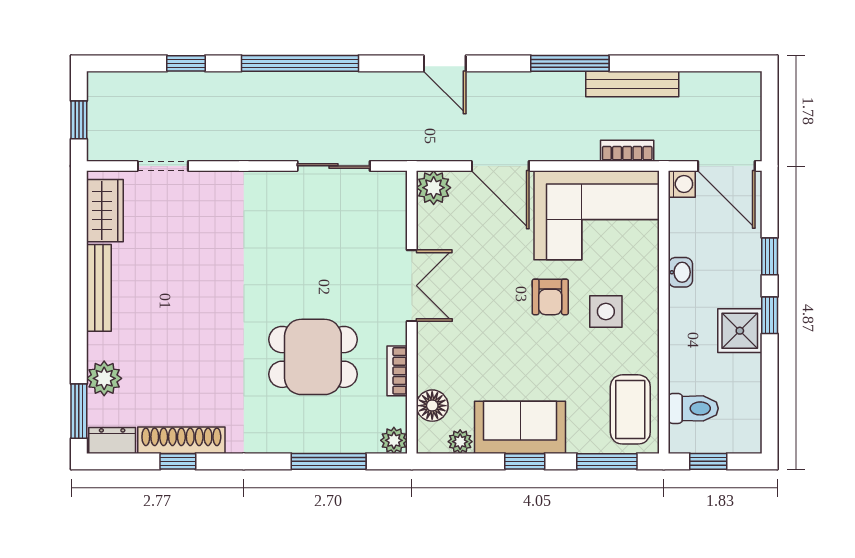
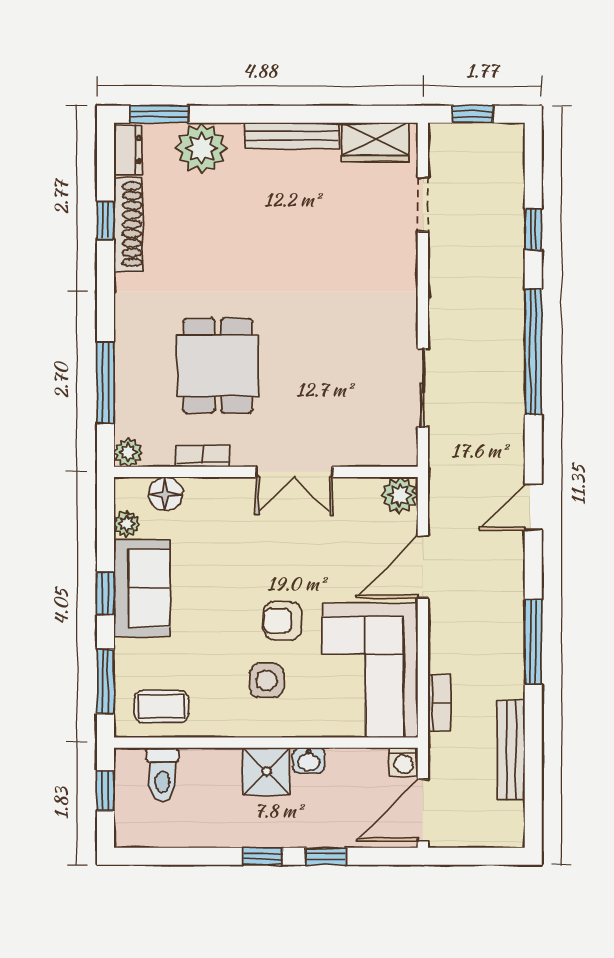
bench: (632, 84) -> (511, 750), moved
shower: (740, 331) -> (266, 771), moved
plant: (104, 378) -> (202, 148), width x1.36, depth x1.36
coffee table: (630, 409) -> (161, 707), width x0.73, depth x0.77

